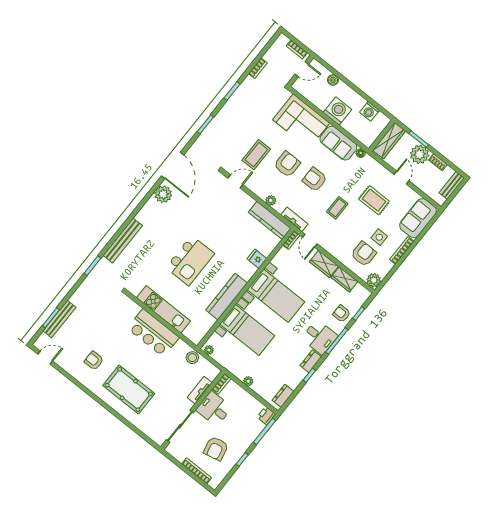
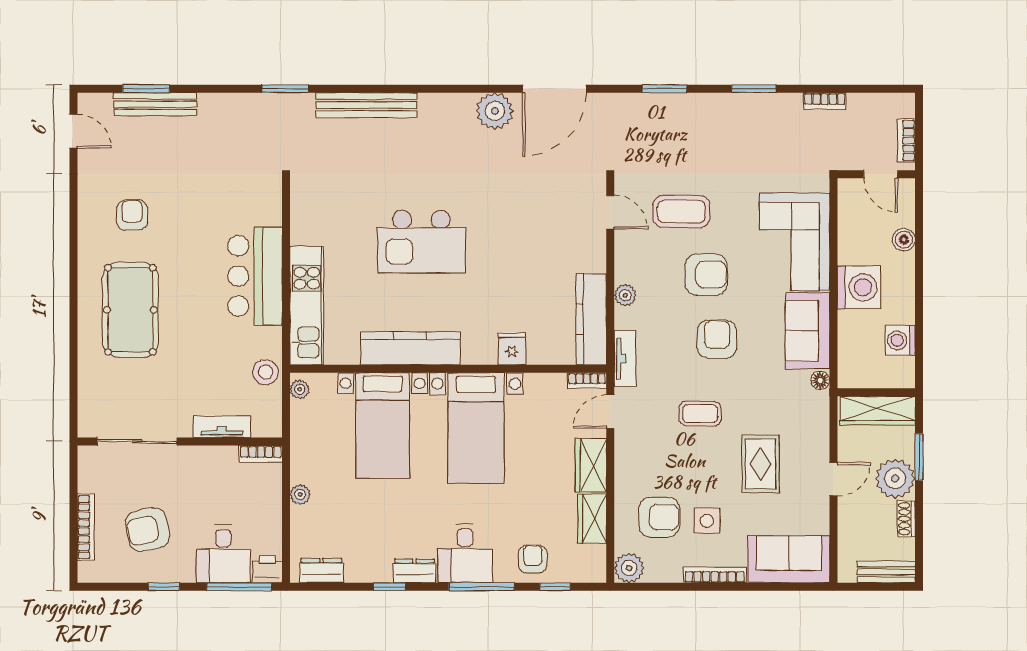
kitchen unit: (163, 309) -> (307, 306), moved
desk: (214, 409) -> (223, 554), moved, turned 180

